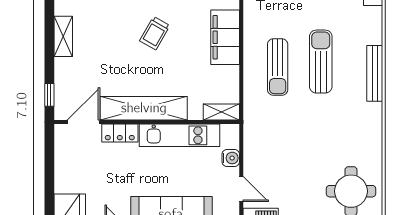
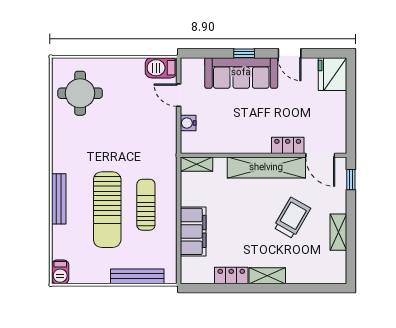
trolley: (155, 33) -> (292, 218), moved, width x1.36, depth x1.39
sun lounger: (321, 62) -> (107, 210), width x1.36, depth x1.34
door: (84, 122) -> (320, 155), hinge flipped
kitchen unit: (179, 135) -> (234, 143), removed

